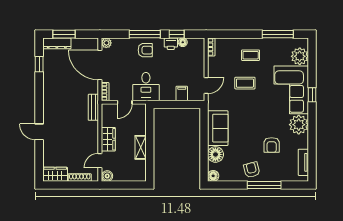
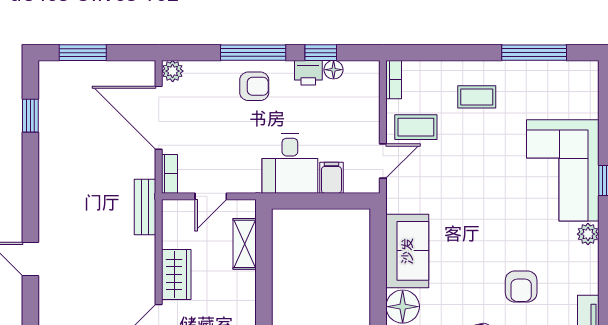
dresser: (57, 43) -> (68, 72), removed
plant: (300, 56) -> (580, 99), removed
coffee table: (245, 83) -> (416, 127), moved
desk: (146, 87) -> (290, 163), moved
plant: (299, 125) -> (588, 234), width x0.53, depth x0.53
shelving: (141, 147) -> (245, 244), moved

